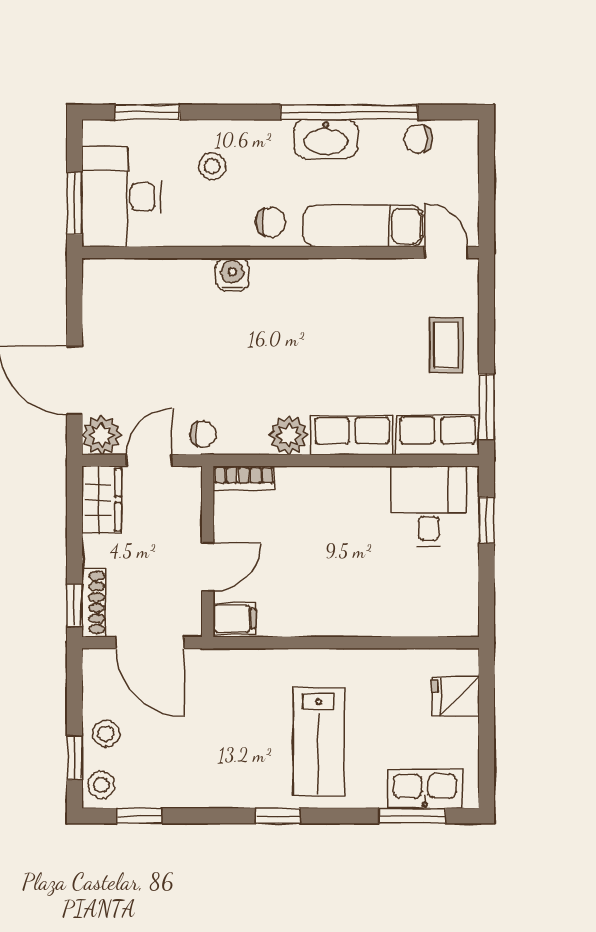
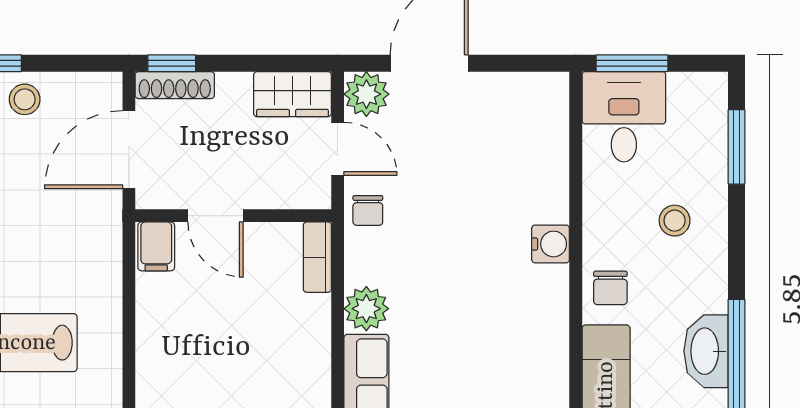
desk: (121, 197) -> (624, 117), width x0.73

